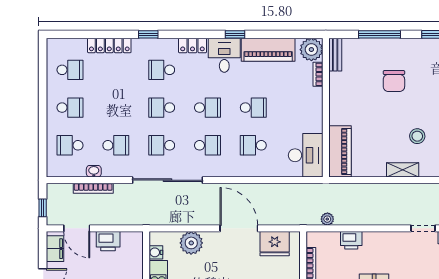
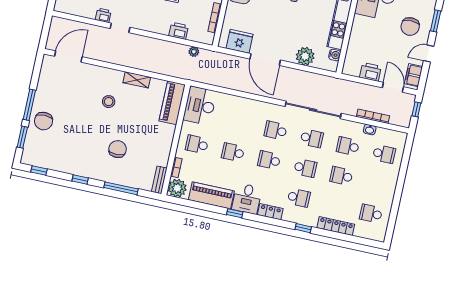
school desk: (70, 108) -> (341, 176), moved
school desk: (253, 145) -> (197, 144), moved, turned 180
shelving: (403, 170) -> (137, 80), moved

